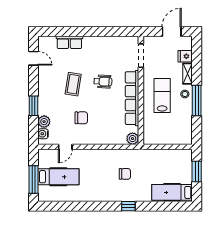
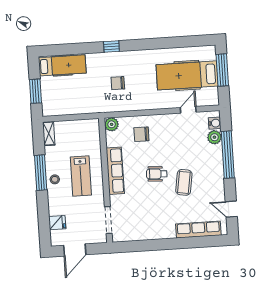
row of seats: (69, 42) -> (198, 230), width x1.48
shelving: (188, 74) -> (49, 134), moved
wheelchair: (103, 81) -> (157, 174), moved
row of seats: (132, 98) -> (115, 171), width x0.73
window: (33, 106) -> (228, 155), width x2.11
chair: (81, 118) -> (141, 134), moved
hospital bed: (58, 177) -> (187, 75), width x1.37, depth x1.29

